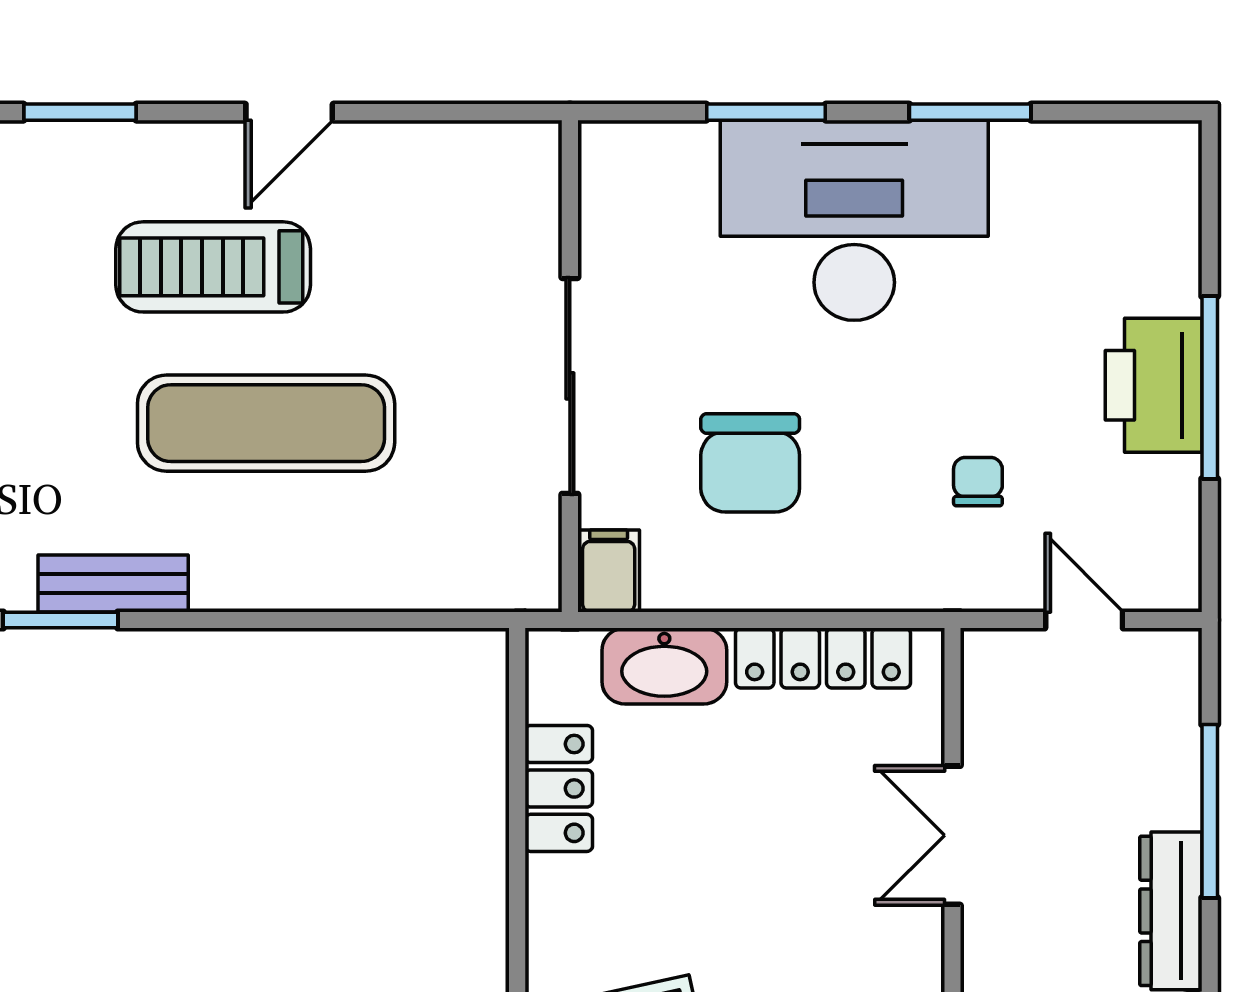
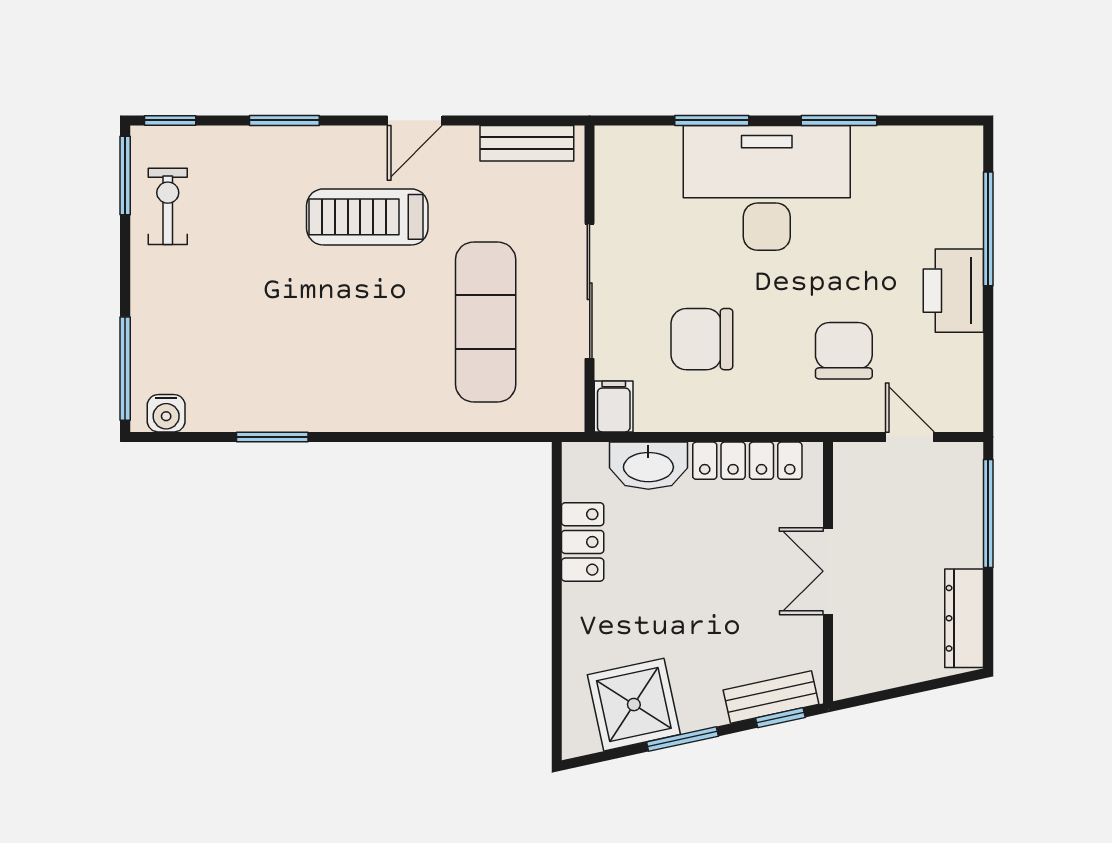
window: (1210, 388) -> (988, 229), moved
exercise mat: (266, 423) -> (486, 322), moved, turned 90
chair: (750, 463) -> (702, 339), turned 90
chair: (978, 482) -> (844, 351), width x1.87, depth x1.87
bench: (113, 583) -> (527, 143), moved
window: (1210, 811) -> (988, 513), moved

